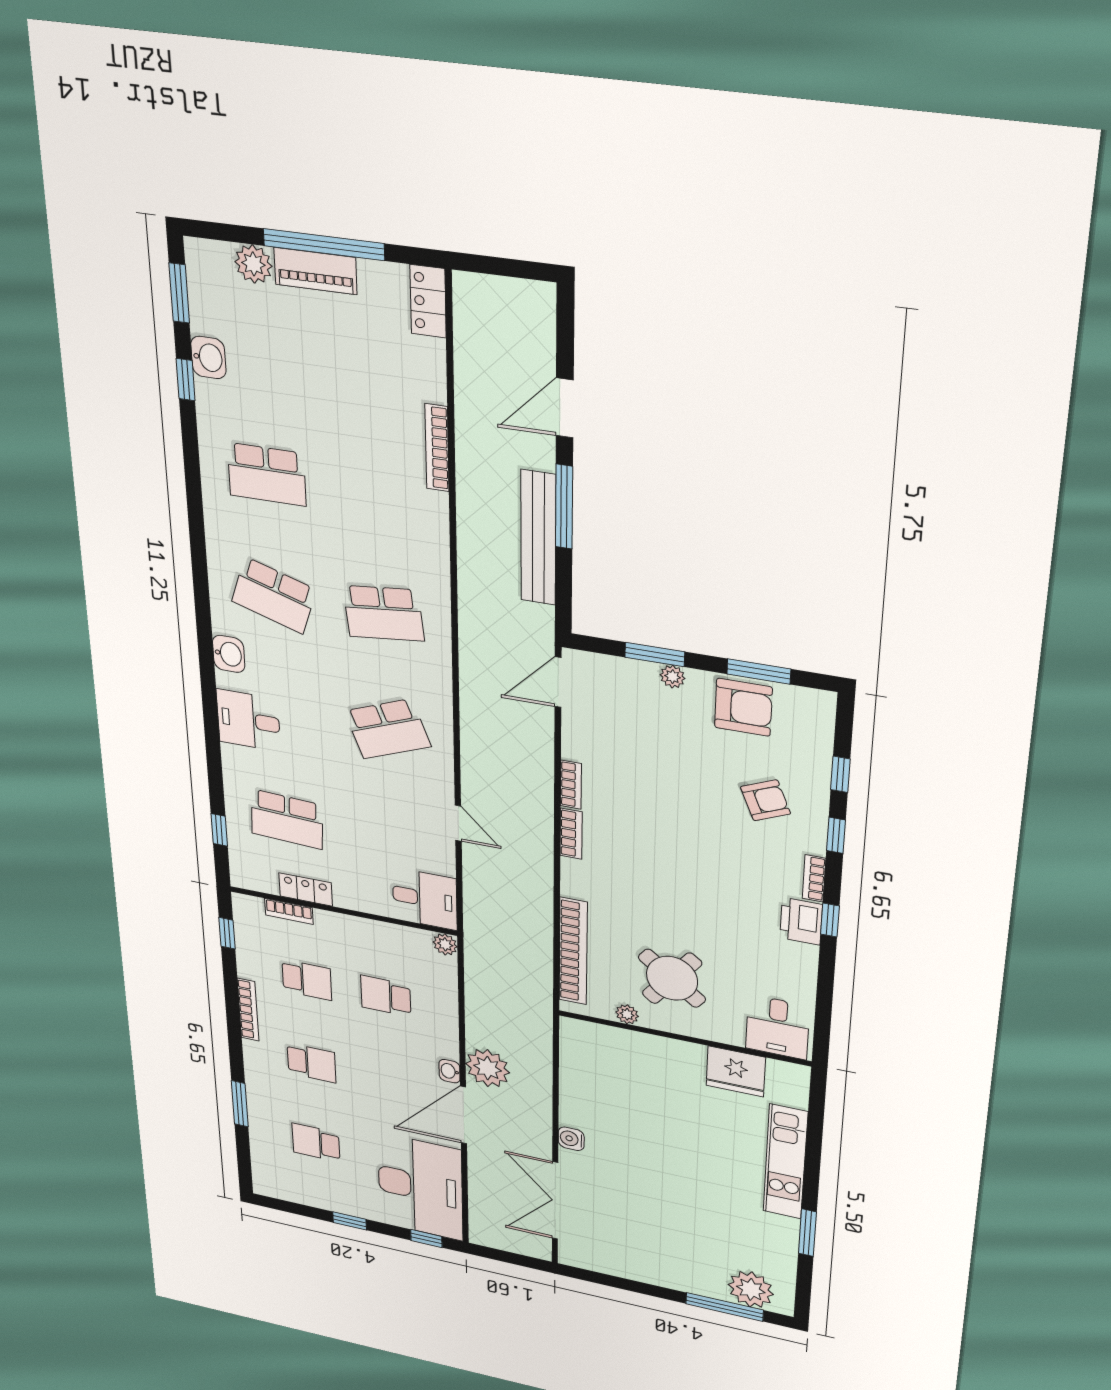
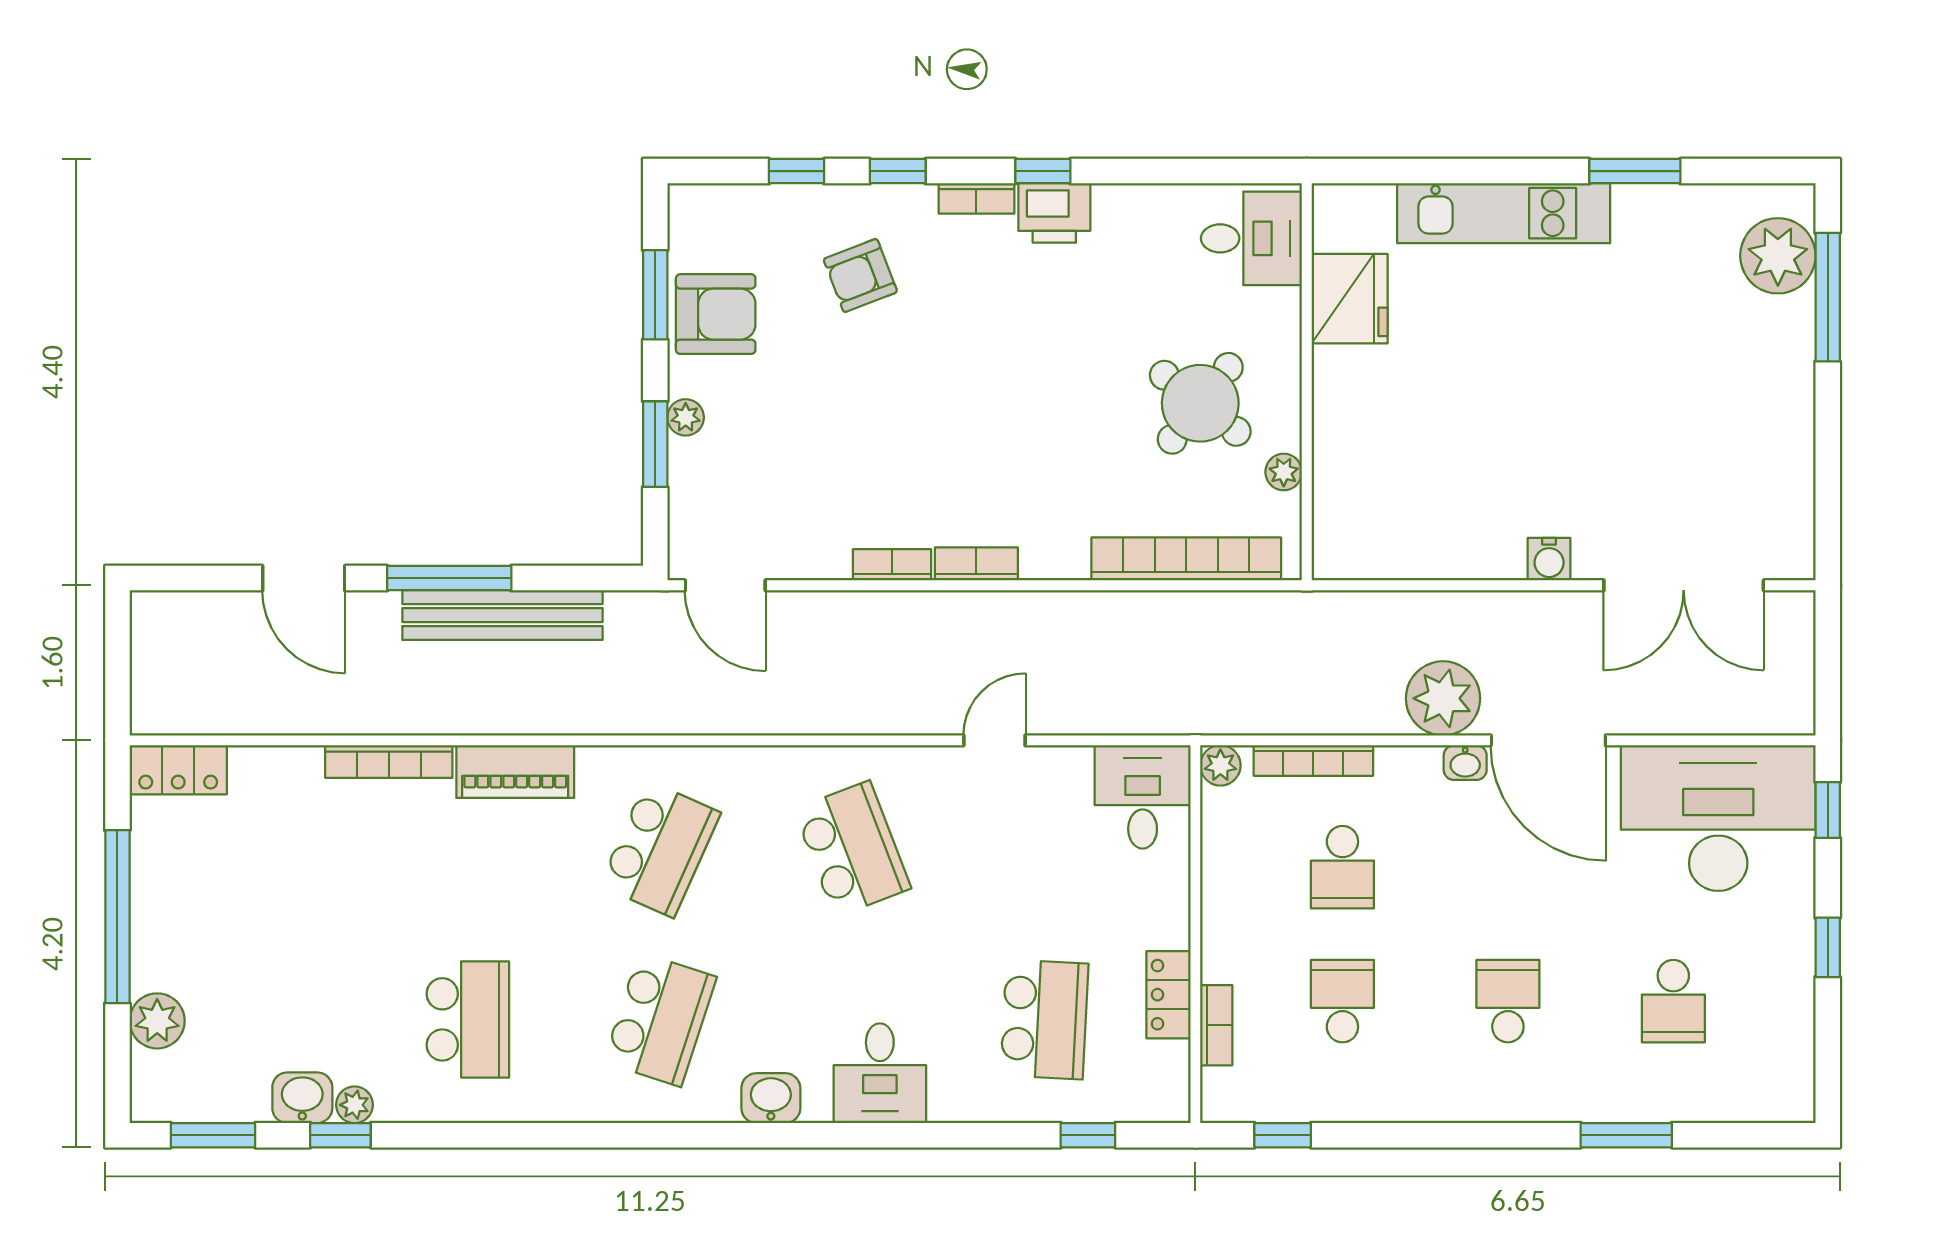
piano: (315, 271) -> (515, 772), moved, turned 90
plant: (206, 392) -> (354, 1105), added
school desk: (383, 613) -> (660, 849), turned 30
armchair: (743, 707) -> (716, 314), turned 90
armchair: (765, 800) -> (860, 275), turned -88
bookcase: (248, 1010) -> (1313, 760), moved, turned 180

